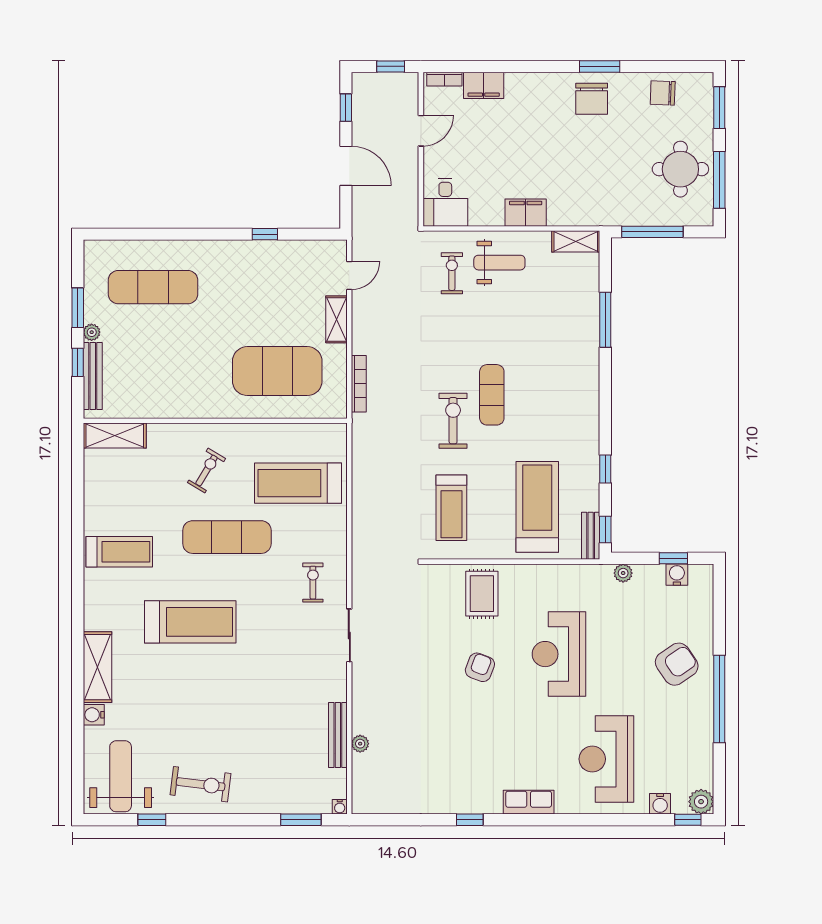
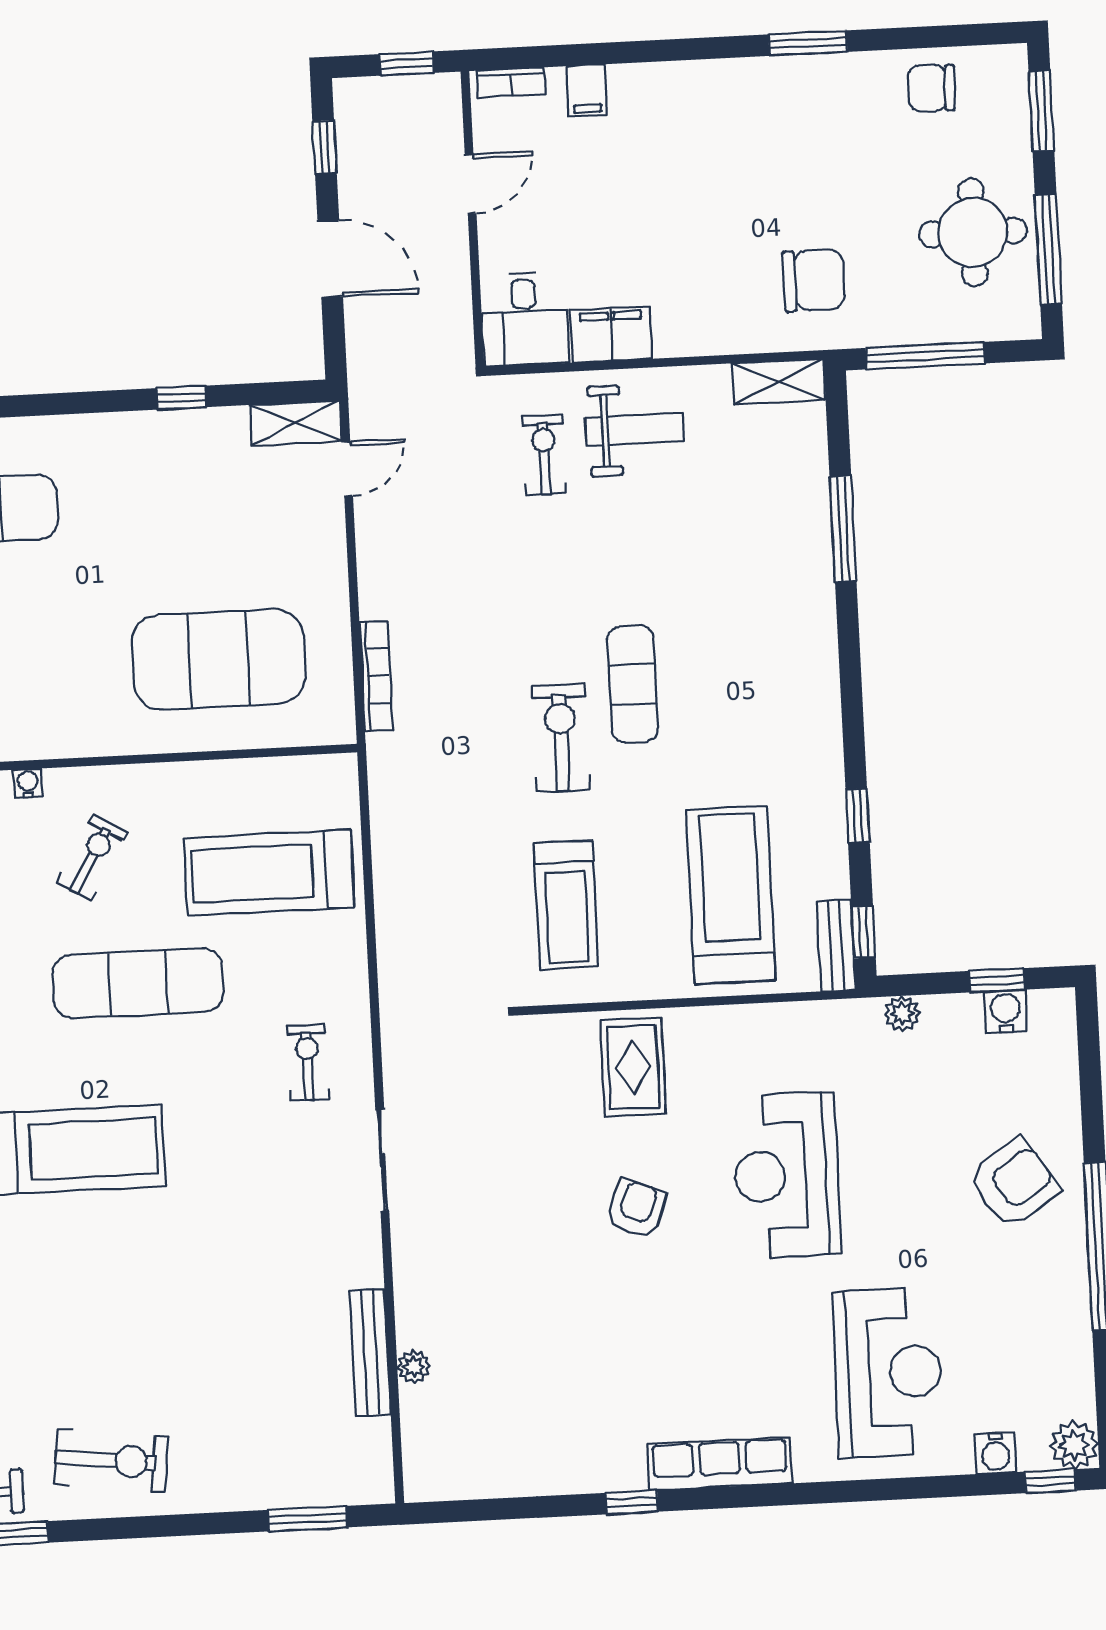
filing cabinet: (484, 85) -> (587, 91), width x0.50
chair: (592, 99) -> (814, 280), moved, turned -90
filing cabinet: (526, 213) -> (611, 334), moved
shelving: (336, 319) -> (295, 423), moved, turned 90
reception desk: (606, 759) -> (888, 1372), turned 180
row of seats: (529, 802) -> (720, 1464), width x1.48
water cooler: (340, 807) -> (28, 783), moved, turned 180

